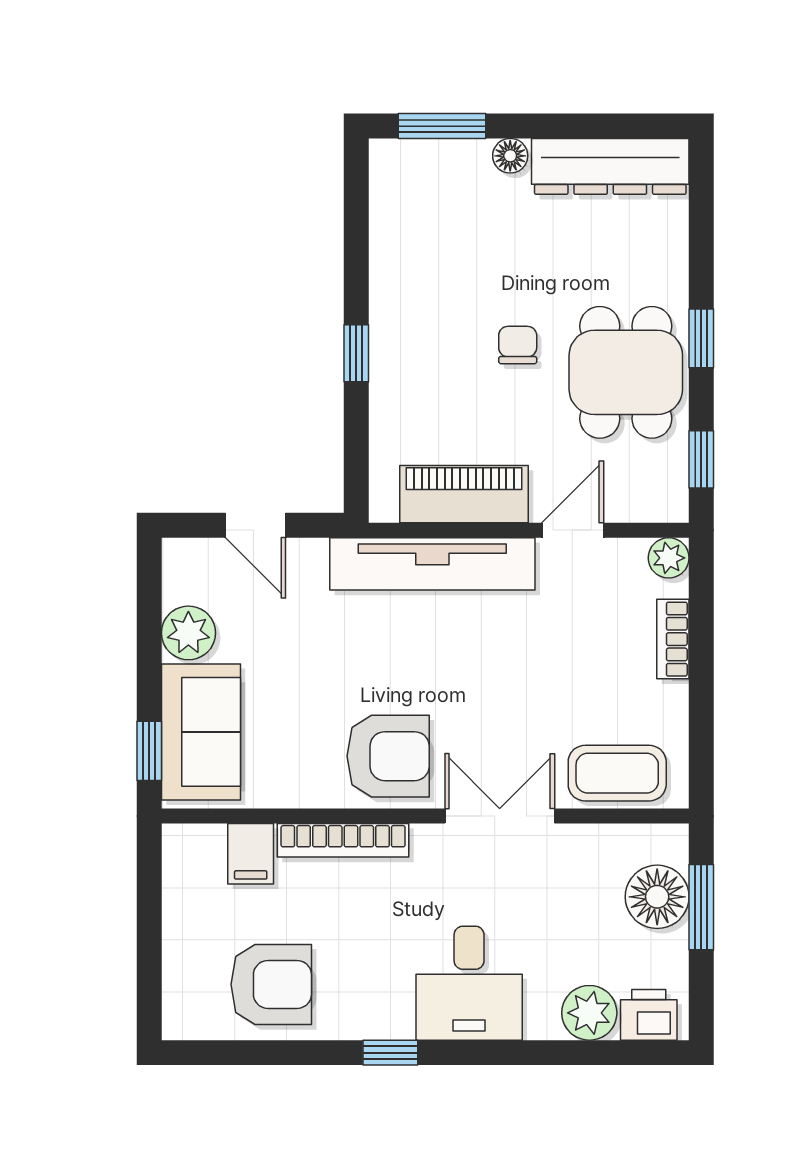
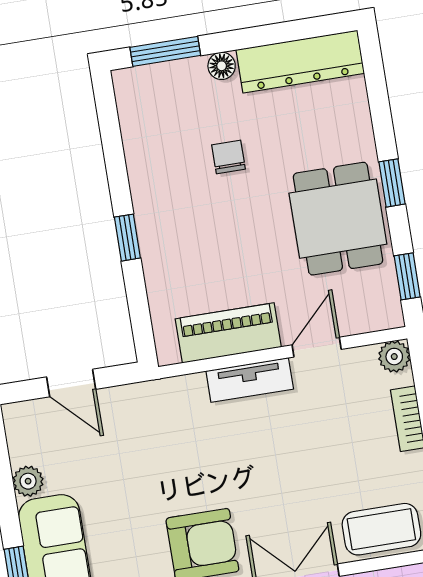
chair: (518, 345) -> (229, 157), moved
tv unit: (432, 564) -> (250, 380), width x0.52, depth x0.78
plant: (188, 633) -> (28, 481), width x0.73, depth x0.73

